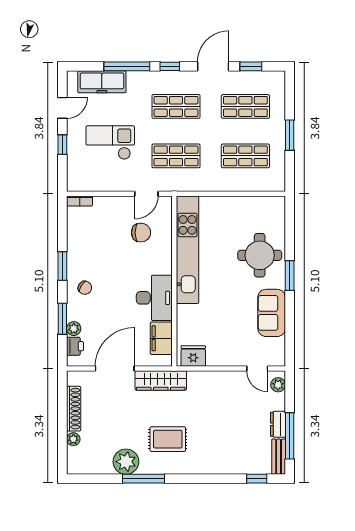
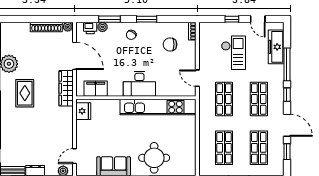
chair: (141, 233) -> (170, 44), moved, turned 90
desk: (154, 298) -> (139, 84), moved
plant: (73, 439) -> (68, 27), moved

